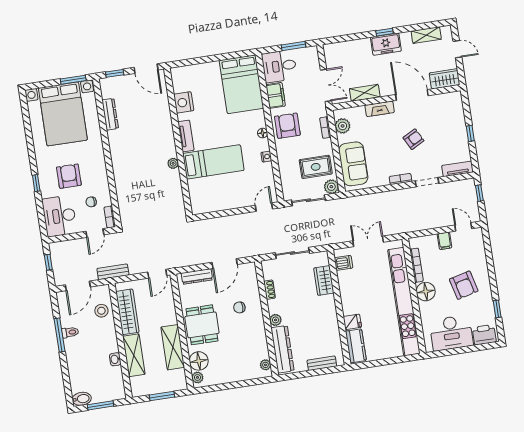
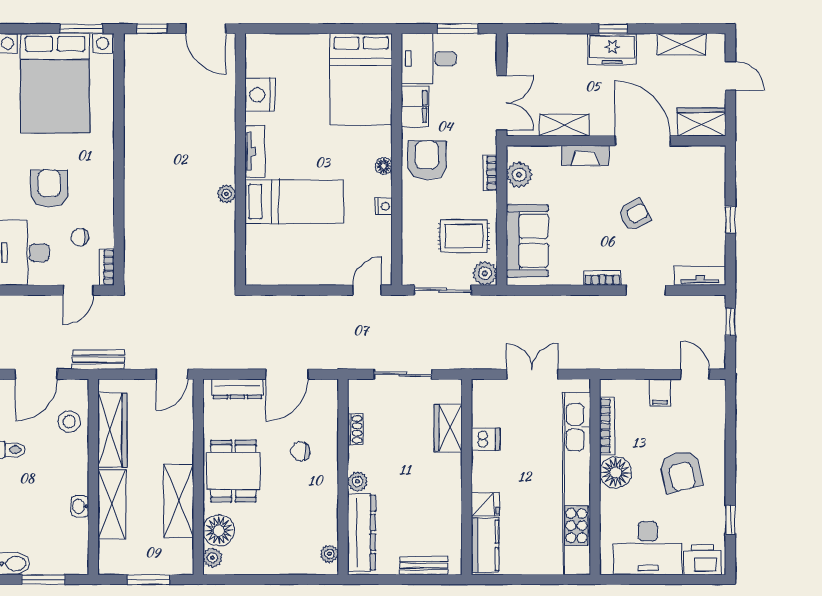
dresser: (110, 114) -> (134, 96), removed
dishwasher: (343, 263) -> (486, 439), moved

